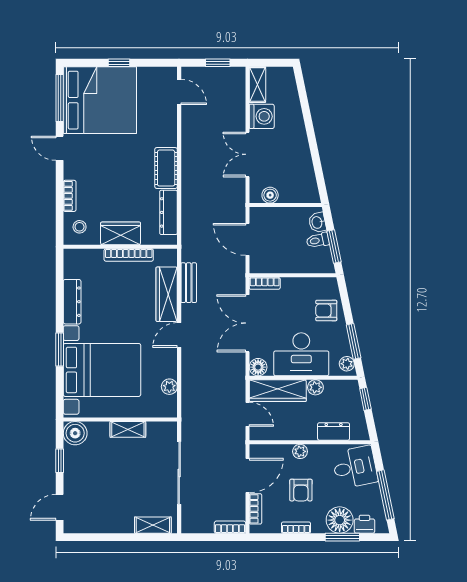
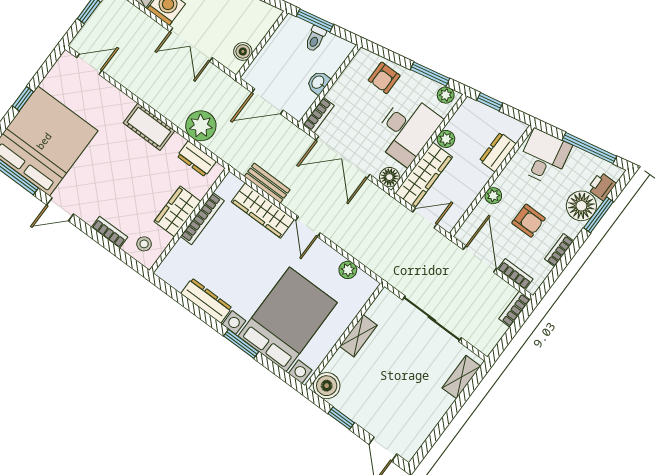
plant: (194, 205) -> (201, 126), added
dresser: (168, 212) -> (197, 159), width x0.70
washbasin: (317, 222) -> (318, 82), moved, turned 102
window: (334, 246) -> (315, 20), moved

